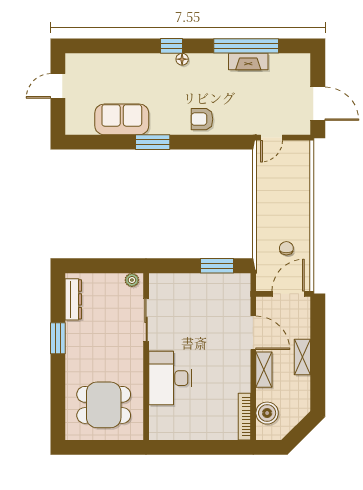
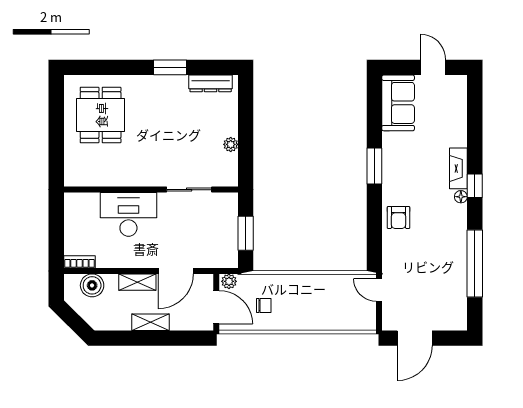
fireplace: (248, 62) -> (458, 168), moved
sofa: (122, 119) -> (398, 103), moved
armchair: (202, 119) -> (399, 218), turned 180
plant: (263, 282) -> (229, 281), added
sliding door: (146, 320) -> (189, 190), moved
wall: (146, 357) -> (151, 190), moved
desk: (170, 378) -> (128, 214), moved
bookcase: (244, 417) -> (80, 262), width x0.64

